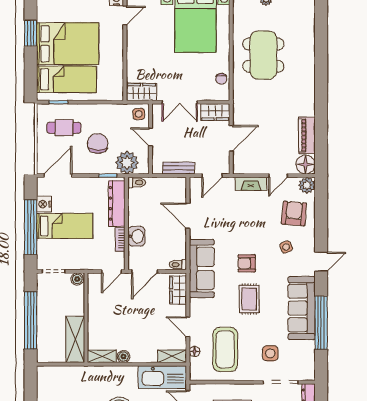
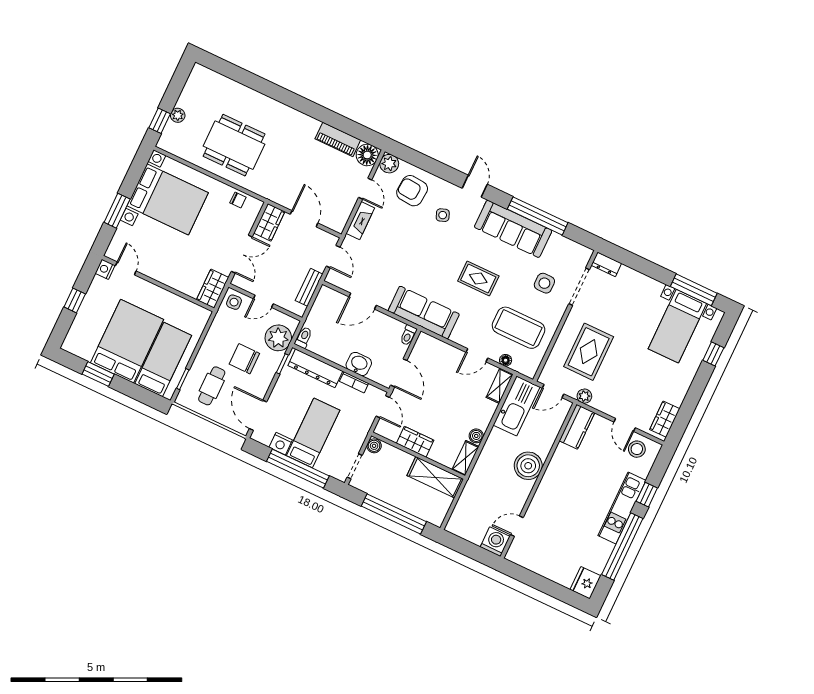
armchair: (247, 263) -> (440, 264), removed
wardrobe: (178, 290) -> (415, 442), moved, turned 180

